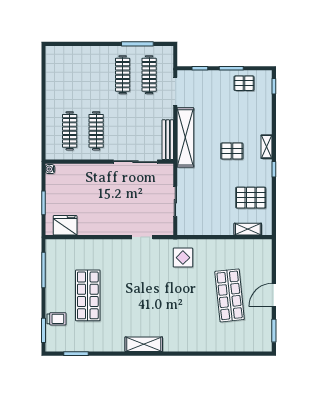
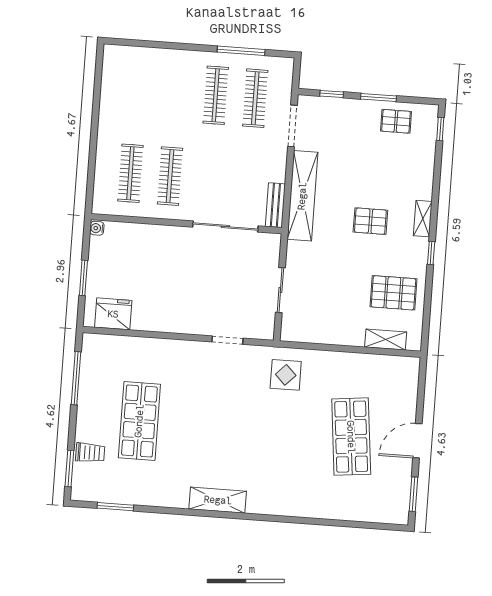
bench: (168, 140) -> (275, 205), width x0.73

